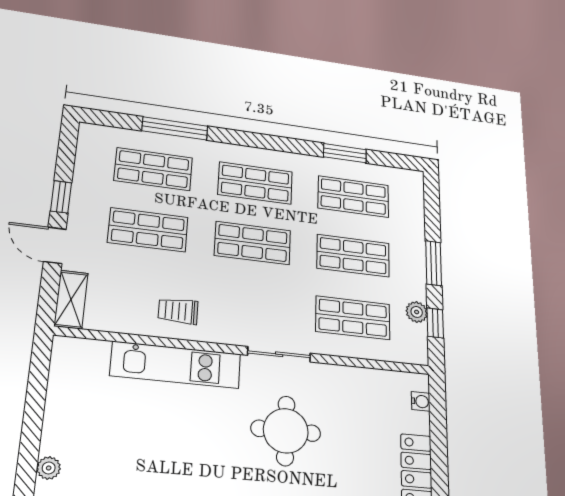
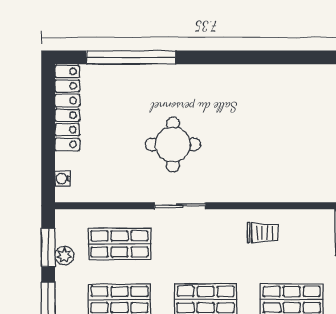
window: (435, 323) -> (48, 248), width x1.50
kitchen unit: (176, 365) -> (261, 188), removed

